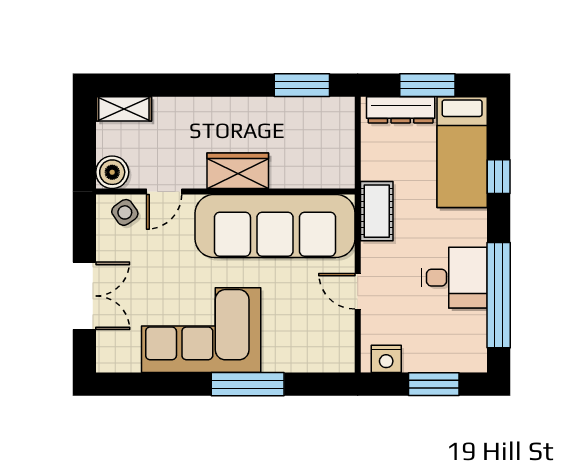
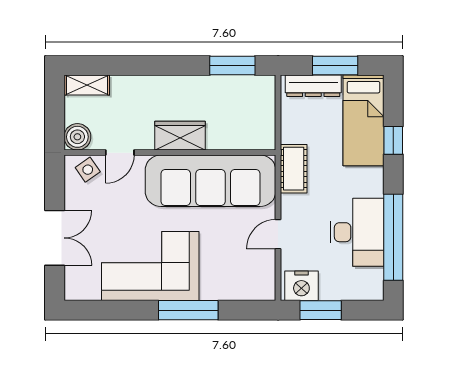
desk: (454, 278) -> (357, 232), width x1.37
door: (358, 291) -> (278, 234), hinge flipped
nightstand: (386, 359) -> (301, 286), width x1.36, depth x1.33
window: (434, 384) -> (321, 310), moved

